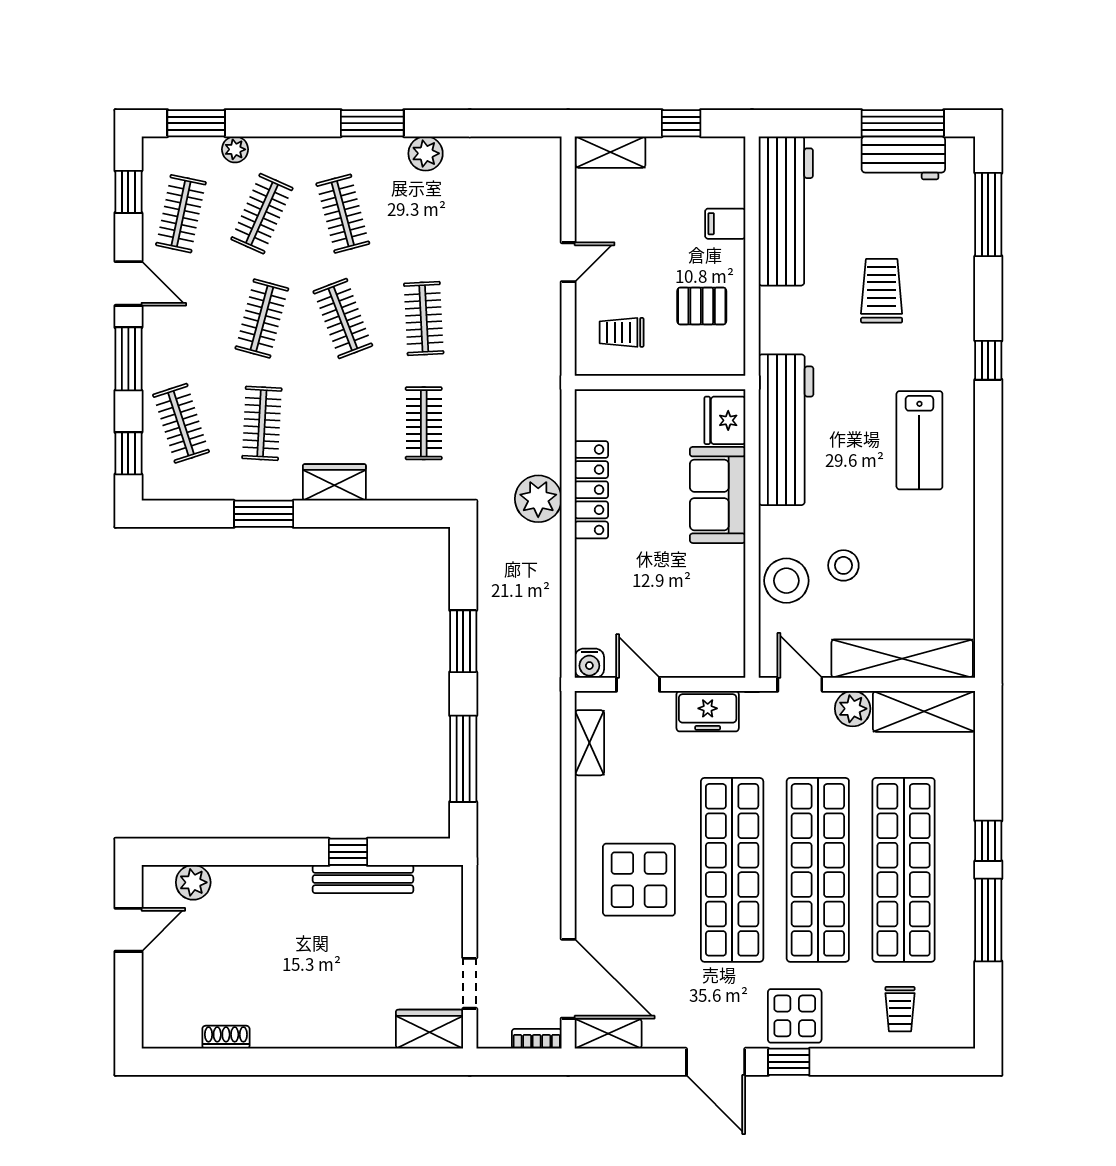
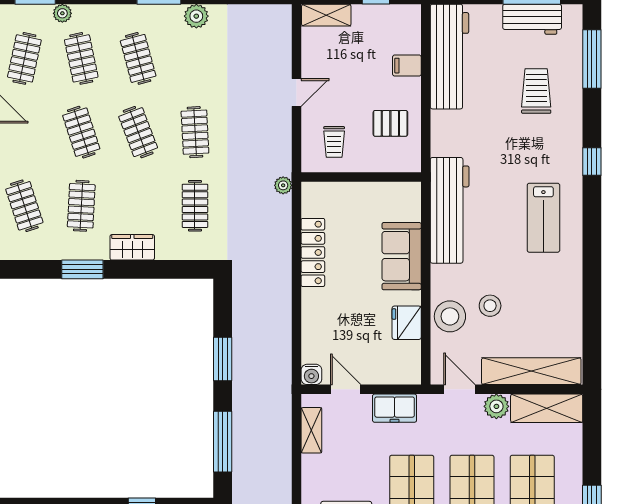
clothes rail: (262, 214) -> (81, 58), turned -36
trolley: (882, 291) -> (536, 91), moved
clothes rail: (262, 318) -> (81, 132), turned -33
trolley: (622, 332) -> (334, 142), turned -90
fridge: (725, 420) -> (407, 323), moved
plant: (538, 499) -> (283, 185), moved, width x0.53, depth x0.53

